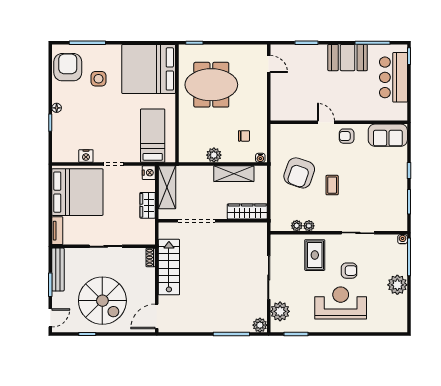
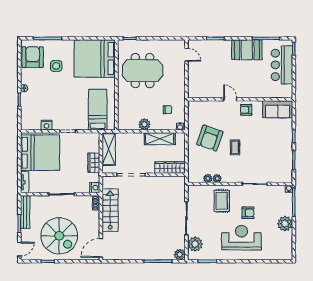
nightstand: (149, 173) -> (95, 188), moved

